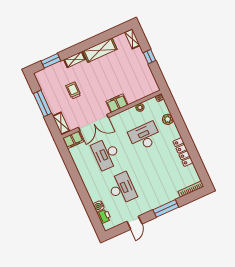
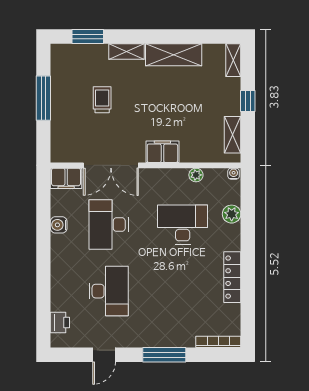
shelving: (61, 123) -> (232, 135), moved
water cooler: (99, 206) -> (59, 225), moved

